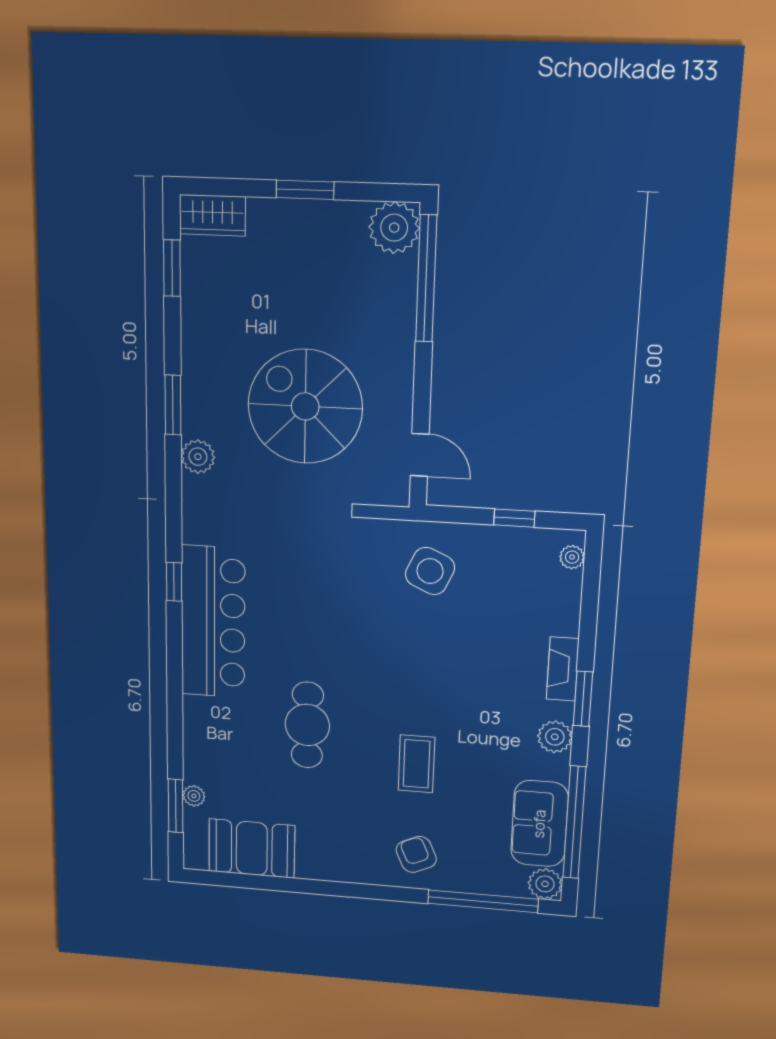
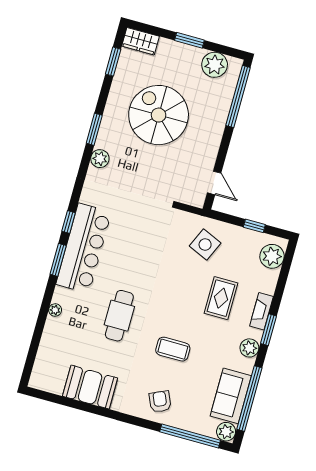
plant: (394, 228) -> (215, 65), moved
spiral stairs: (305, 406) -> (159, 115), moved
plant: (572, 557) -> (272, 256), width x1.88, depth x1.88
rug: (482, 660) -> (221, 298), added
coffee table: (416, 764) -> (173, 349), turned 90
plant: (194, 796) -> (55, 310), moved
window: (176, 806) -> (58, 260), moved
booth: (252, 848) -> (90, 387), moved

